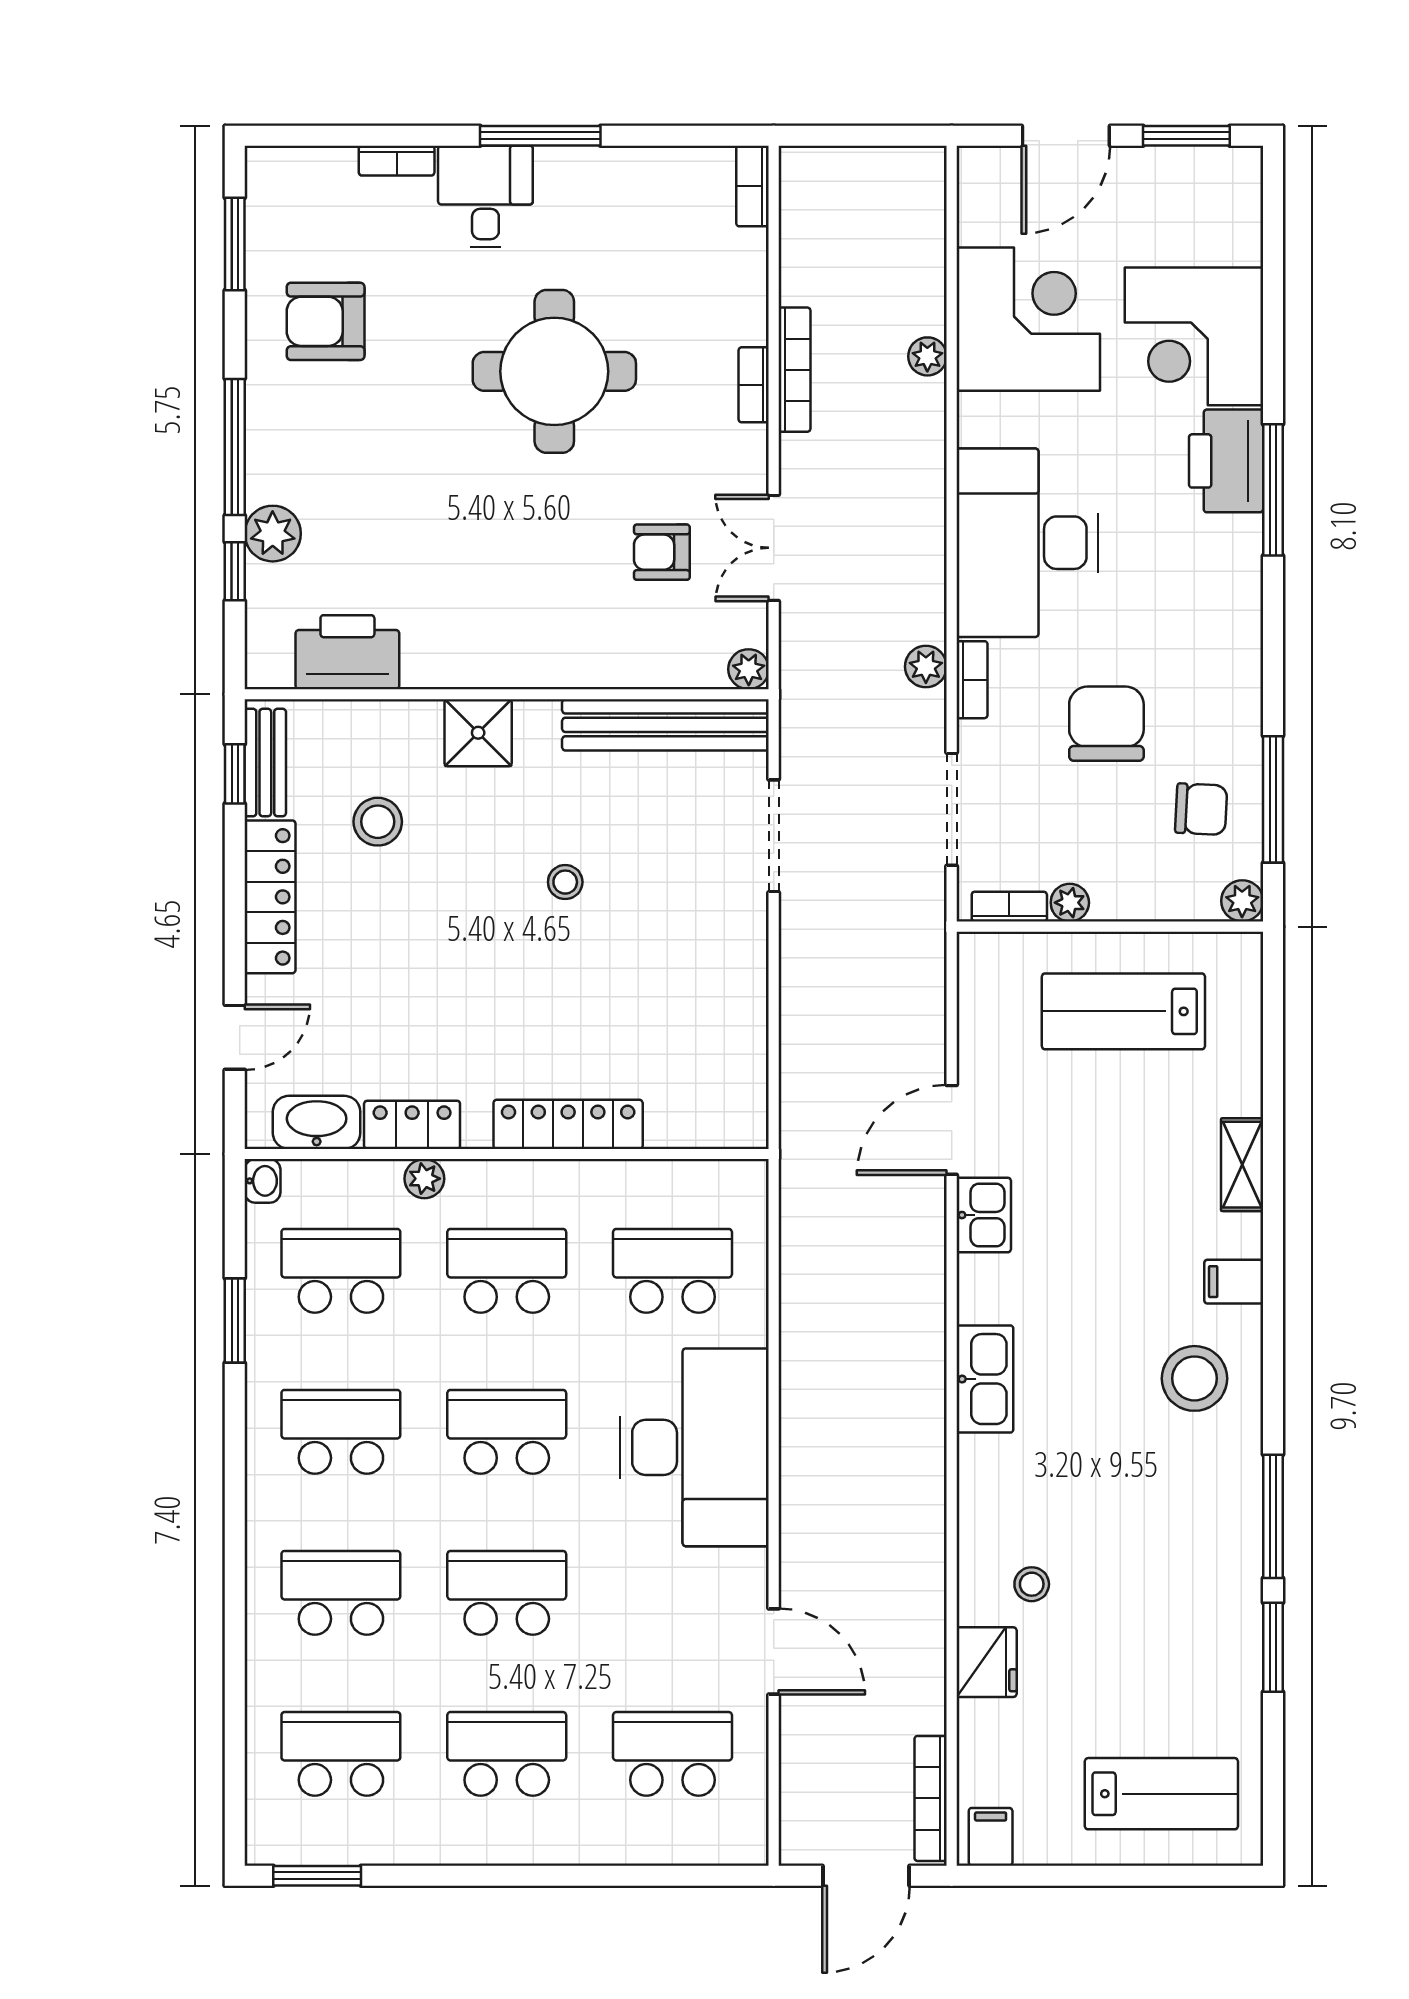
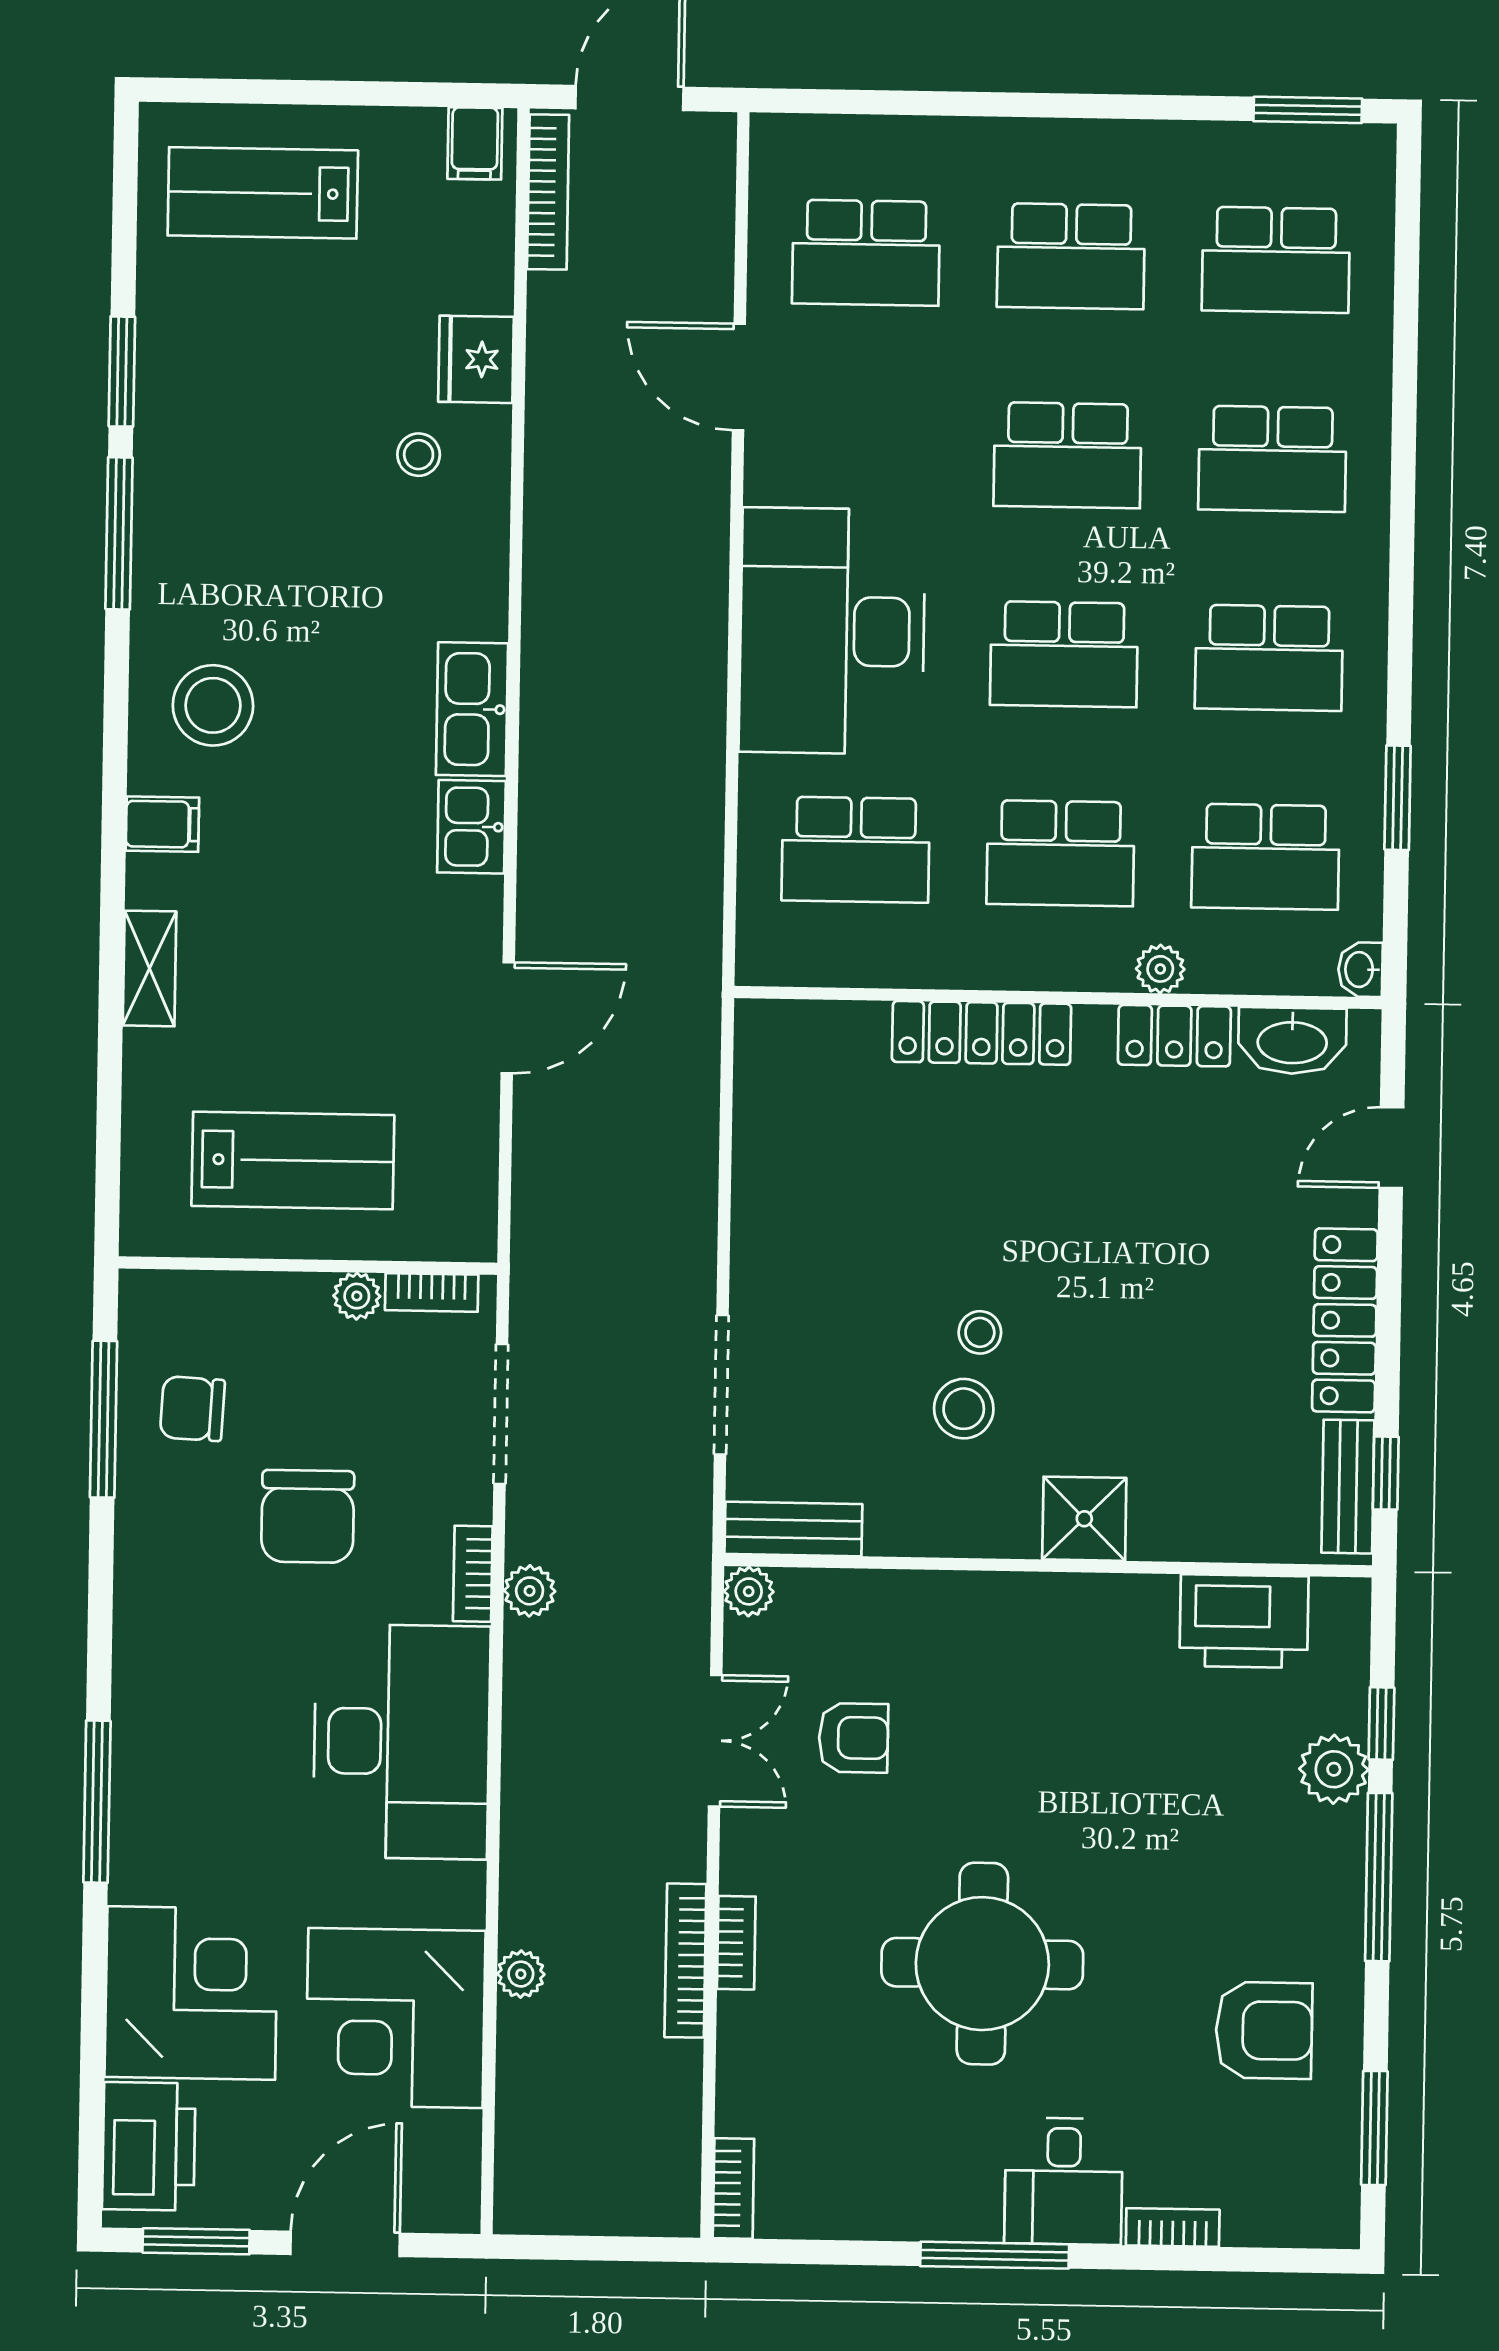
printer: (1226, 461) -> (149, 2146), moved
bench: (665, 725) -> (793, 1529), width x0.54, depth x0.82
stool: (378, 822) -> (964, 1409), moved
plant: (1242, 901) -> (144, 1295), removed
kitchen sink: (984, 1215) -> (471, 827), moved

